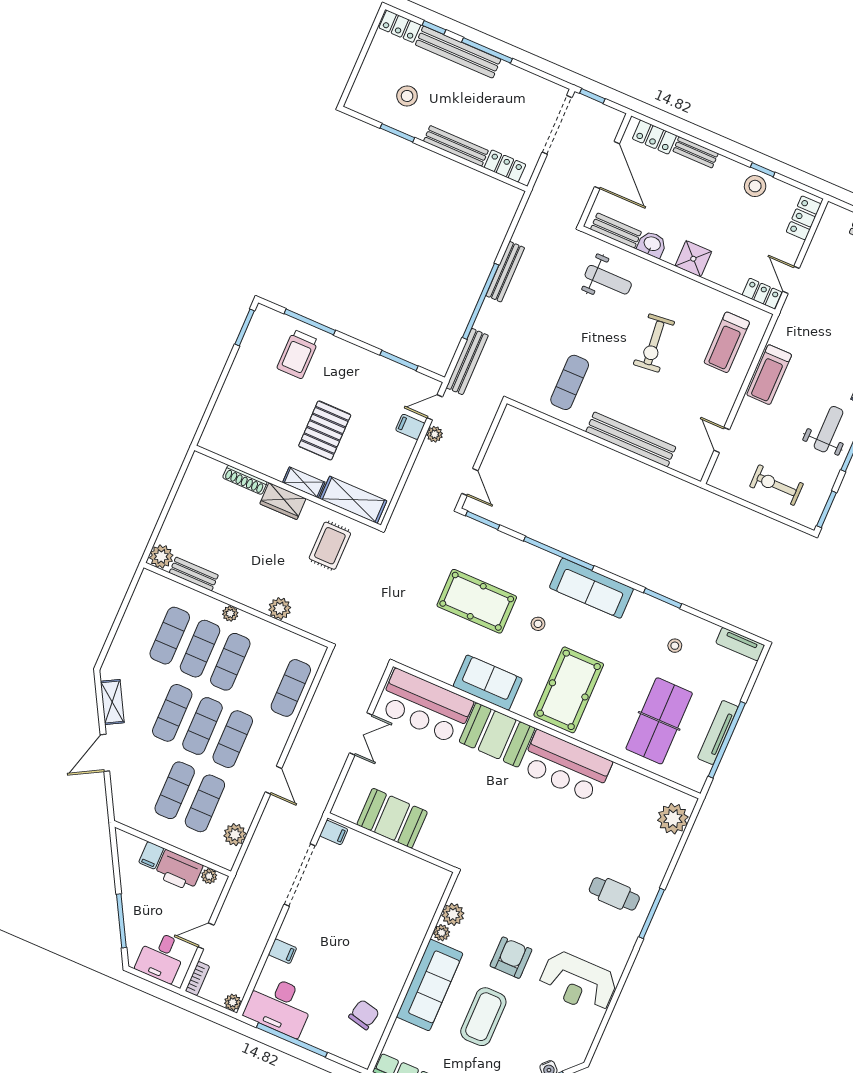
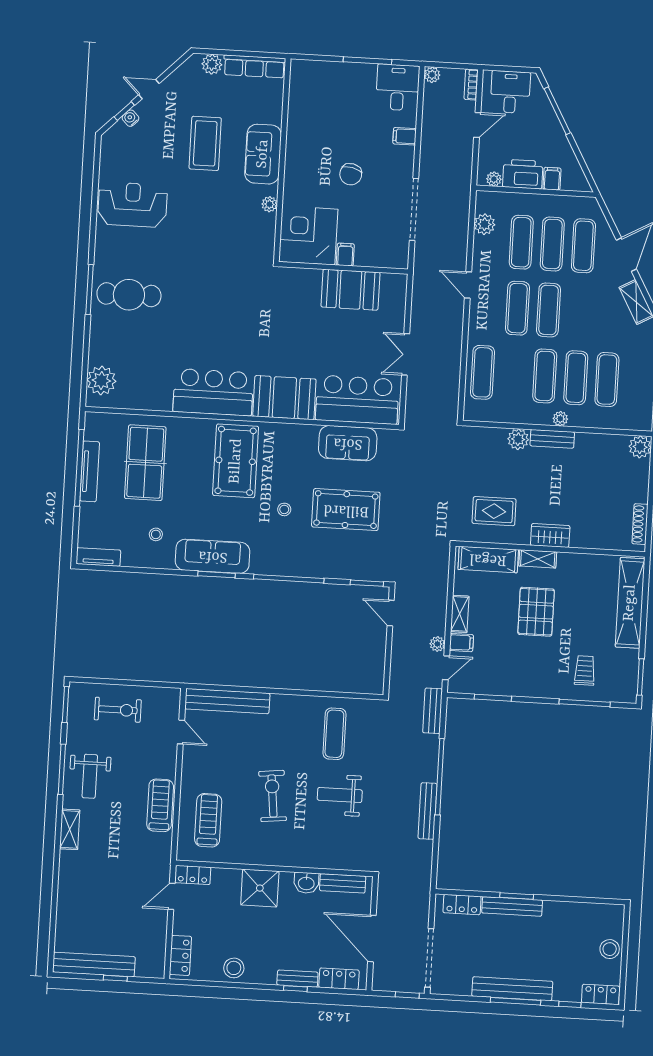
bench: (458, 52) -> (512, 989), moved
stool: (407, 96) -> (610, 949), moved
window: (397, 133) -> (517, 896), moved
window: (763, 170) -> (295, 989), moved
shower: (693, 259) -> (260, 888), width x1.36, depth x1.36
weight bench: (608, 280) -> (340, 795), moved
door: (791, 280) -> (172, 896), swing flipped
trolley: (298, 354) -> (585, 670), width x0.73, depth x0.72
bench: (467, 362) -> (433, 711), width x0.73
shelving: (228, 405) -> (630, 603), added
bench: (631, 439) -> (227, 701), moved
shelving: (401, 456) -> (460, 614), added
shoe rack: (245, 480) -> (640, 524), moved, turned -90
rug: (330, 546) -> (494, 511), turned 90
bench: (194, 574) -> (552, 439), moved
sofa: (591, 588) -> (213, 556), moved
window: (663, 598) -> (217, 575), moved
sofa: (488, 683) -> (348, 443), moved
exercise mat: (172, 713) -> (583, 246), moved
filing cabinet: (334, 833) -> (345, 254), moved, turned 90
corner desk: (414, 888) -> (308, 235), added
cafe table: (614, 894) -> (129, 295), width x1.37, depth x1.35
plant: (453, 914) -> (265, 224), removed
armchair: (511, 958) -> (200, 205), removed
sofa: (430, 985) -> (263, 154), width x0.73
desk: (279, 1006) -> (398, 87), width x0.73
chair: (364, 1015) -> (351, 174), moved
window: (292, 1040) -> (367, 61), width x0.68

